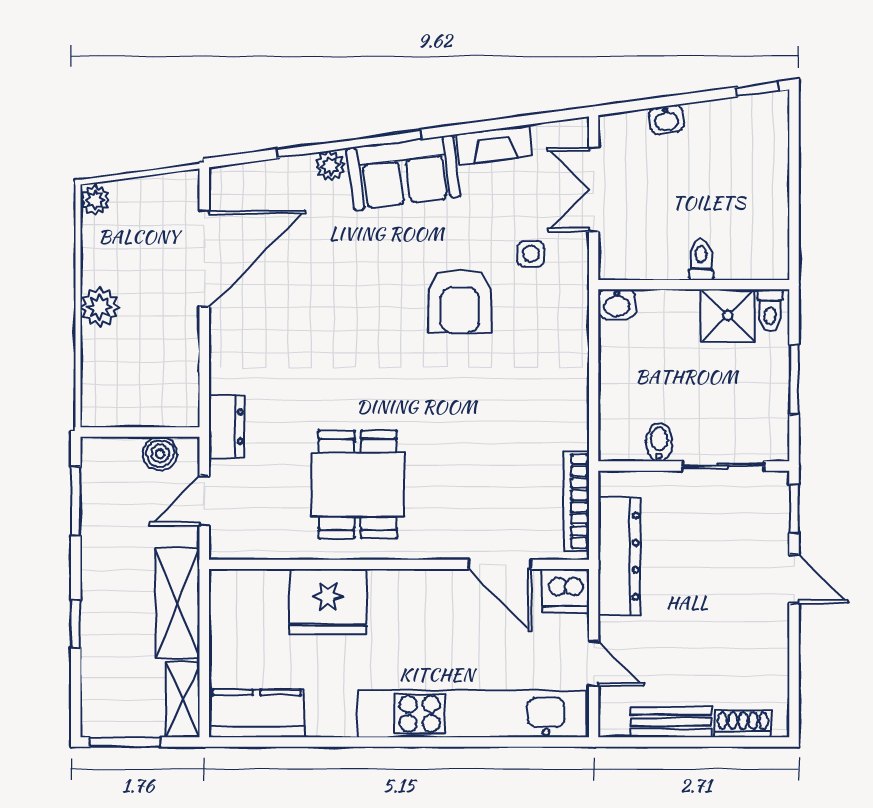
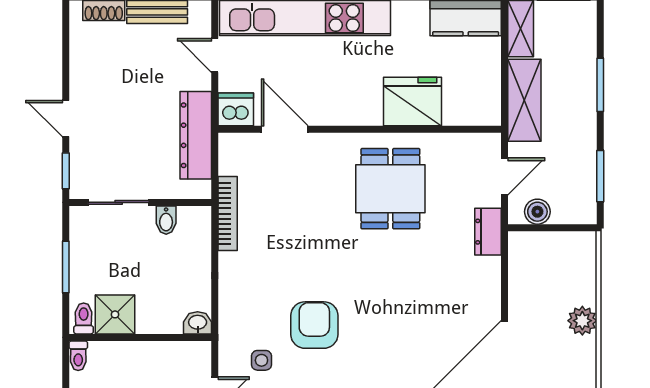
toilet: (701, 260) -> (78, 356), moved
bookcase: (576, 501) -> (228, 214), moved
window: (76, 624) -> (600, 85), width x1.50

